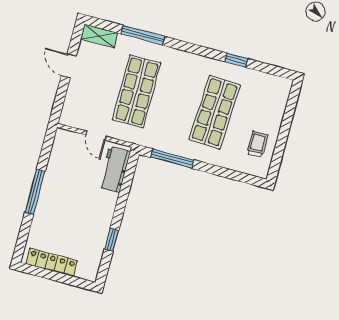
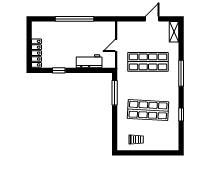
window: (143, 35) -> (181, 73), moved
workbench: (115, 169) -> (89, 61), moved
window: (35, 192) -> (75, 19), width x1.46
locker: (52, 262) -> (36, 53), moved

